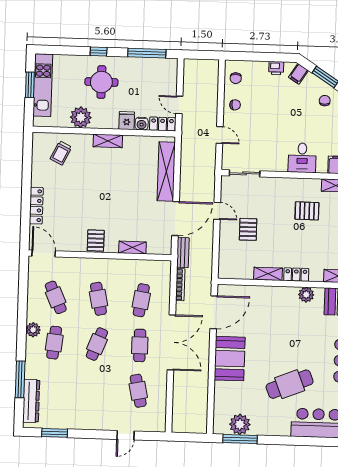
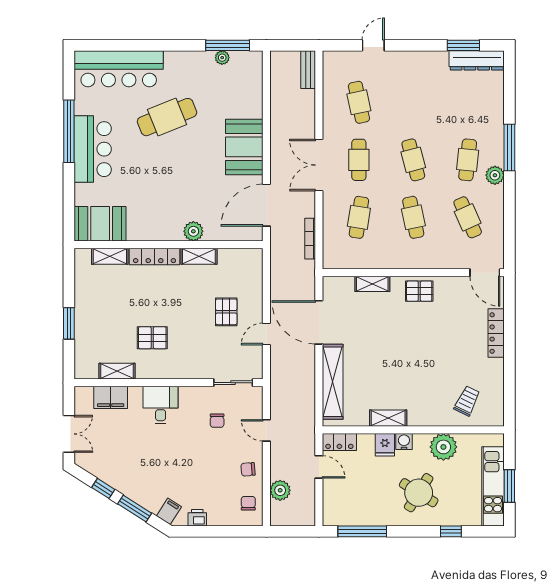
window: (99, 51) -> (451, 531), moved
round table: (101, 82) -> (419, 493), turned 32
plant: (210, 88) -> (280, 490), added
chair: (325, 101) -> (217, 421), moved
water cooler: (142, 124) -> (404, 442), moved
shelving: (108, 141) -> (388, 418), moved
door: (217, 211) -> (266, 334), hinge flipped
door: (175, 219) -> (319, 322), hinge flipped
pallet: (96, 241) -> (419, 291), turned 90
bench: (183, 253) -> (308, 70), moved
locker: (296, 275) -> (154, 256), width x1.53
plant: (306, 295) -> (193, 231), moved
double door: (171, 342) -> (319, 165), width x0.73
cafe table: (97, 344) -> (413, 160), turned -36
window: (20, 379) -> (509, 147), moved
dresser: (31, 401) -> (477, 60), moved, turned -90
plant: (240, 424) -> (222, 58), width x0.53, depth x0.53

